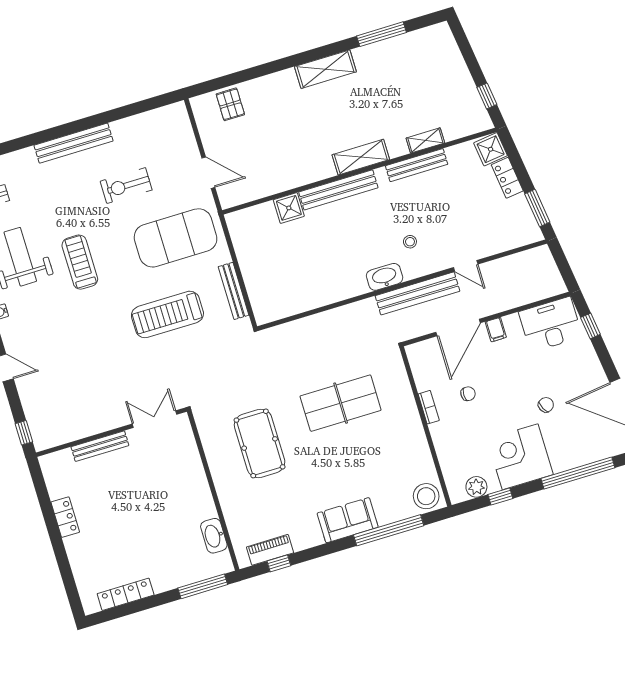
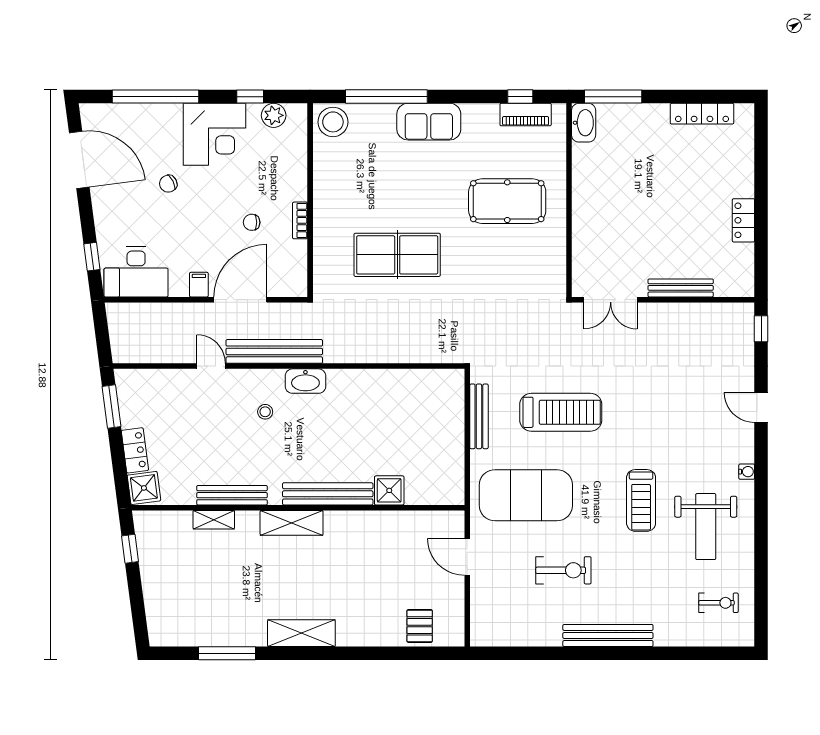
pool table: (260, 443) -> (507, 201), moved, turned 90
washbasin: (214, 536) -> (584, 123), moved

